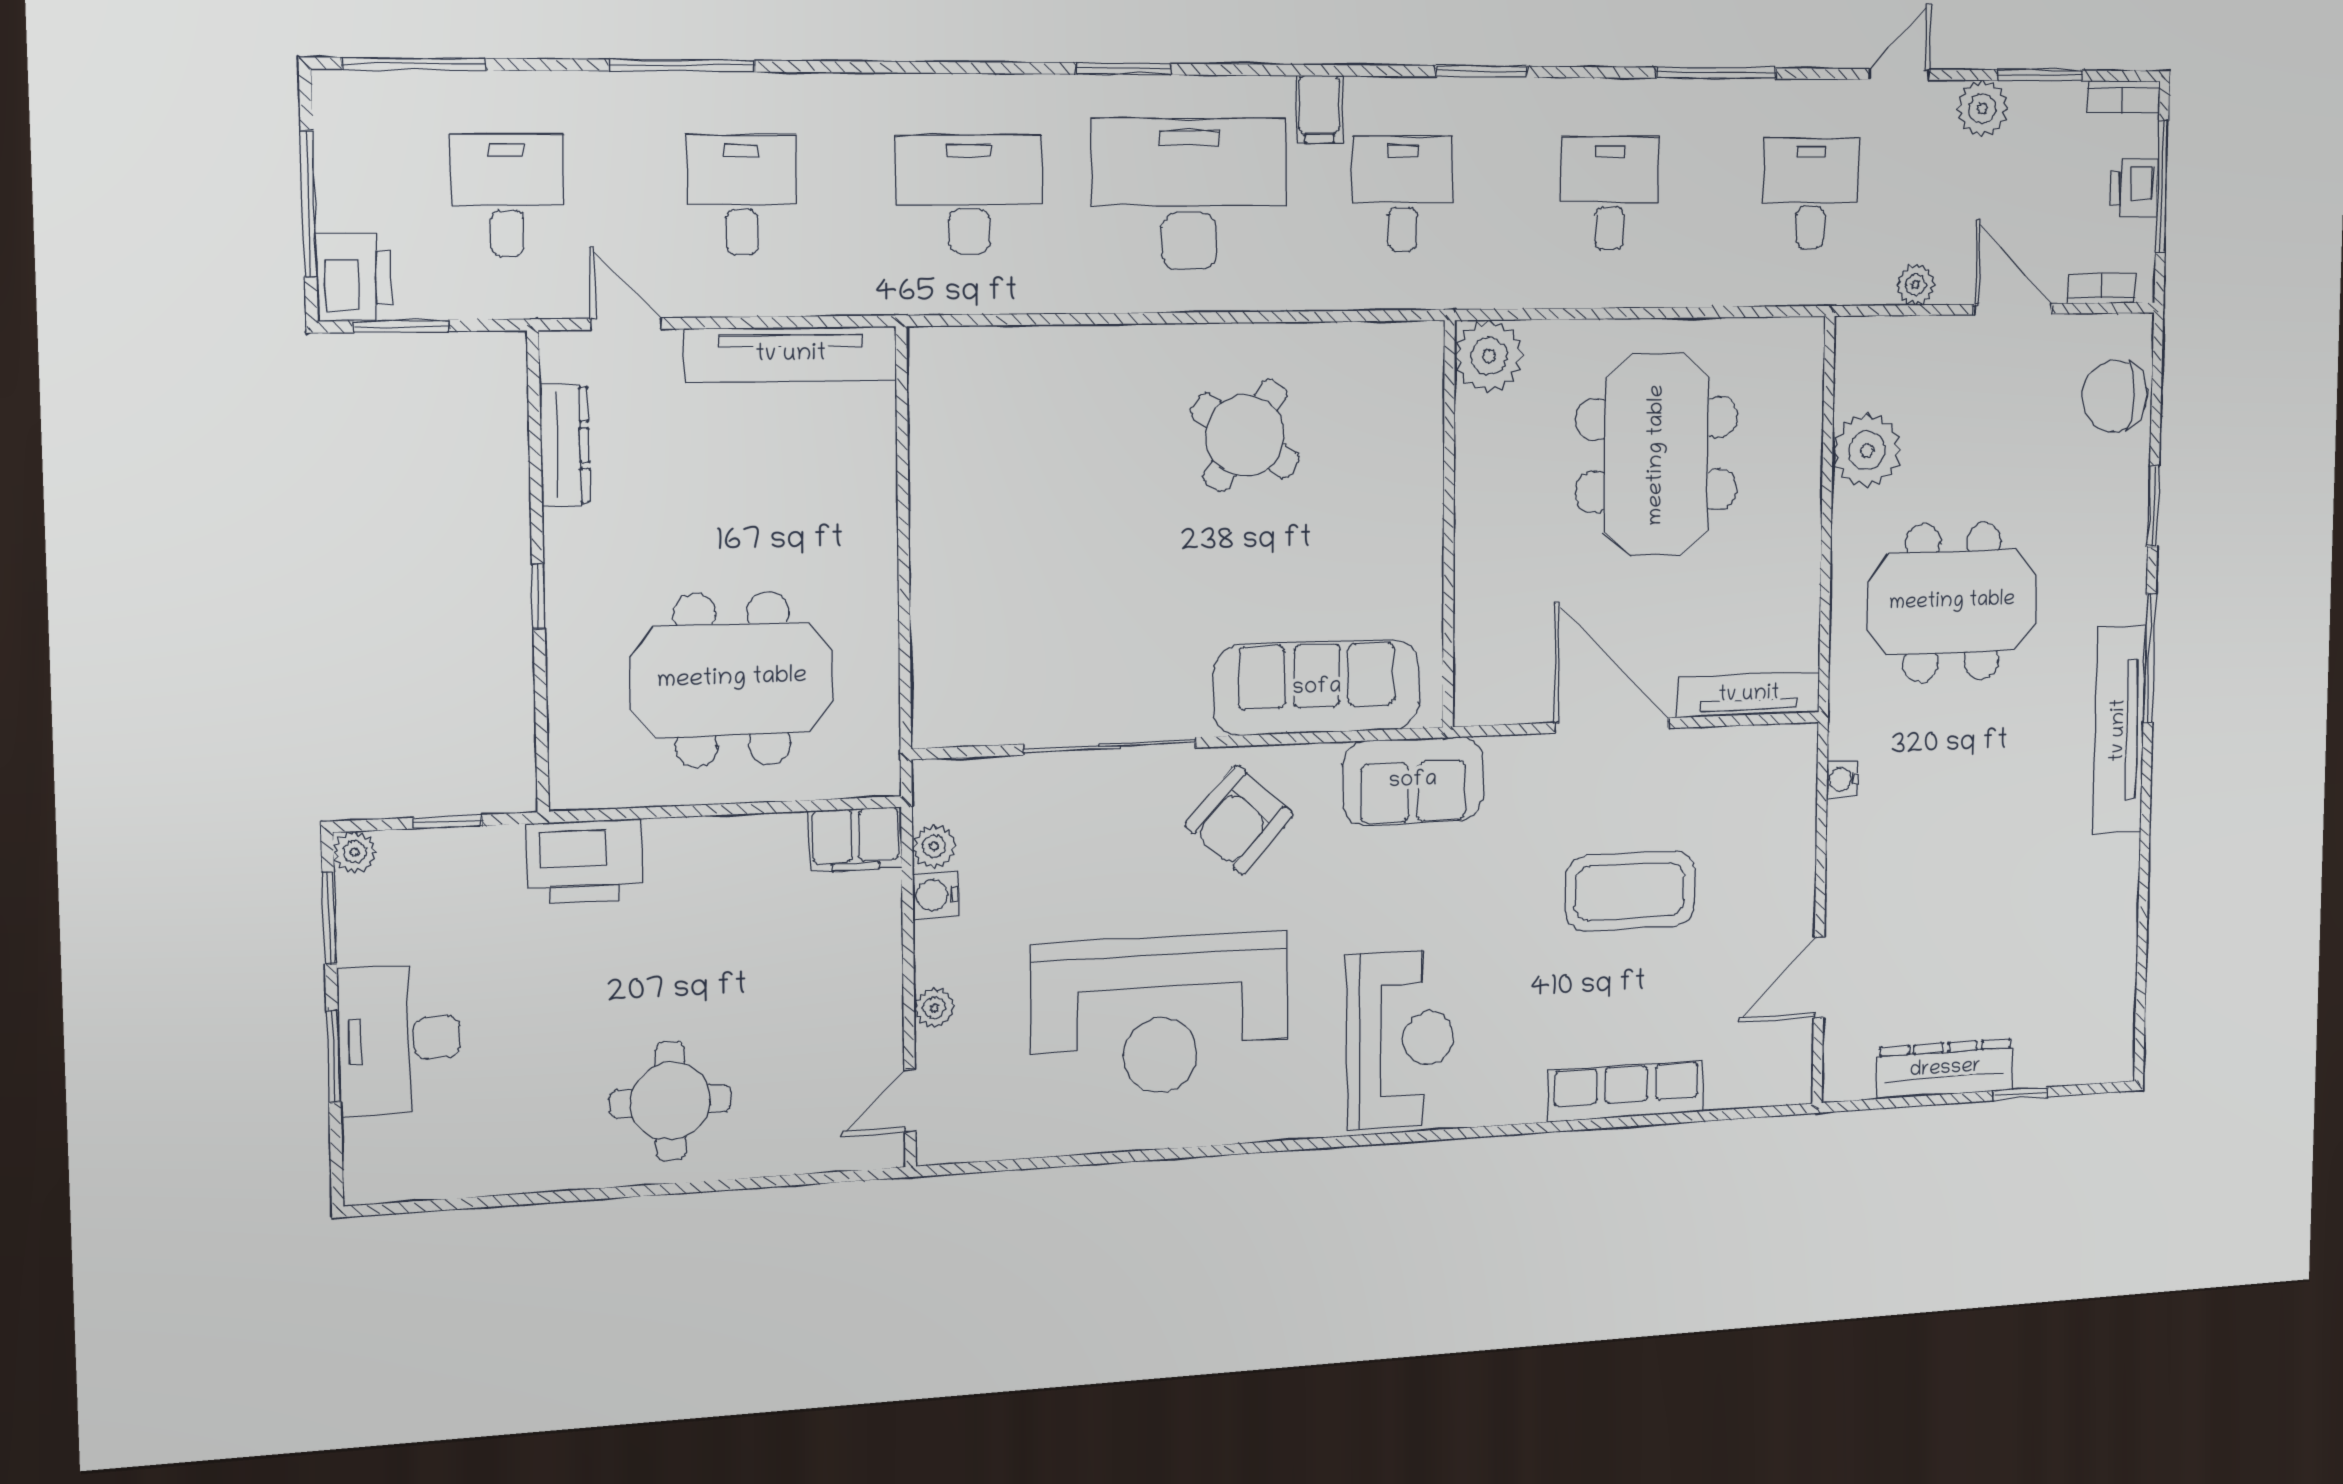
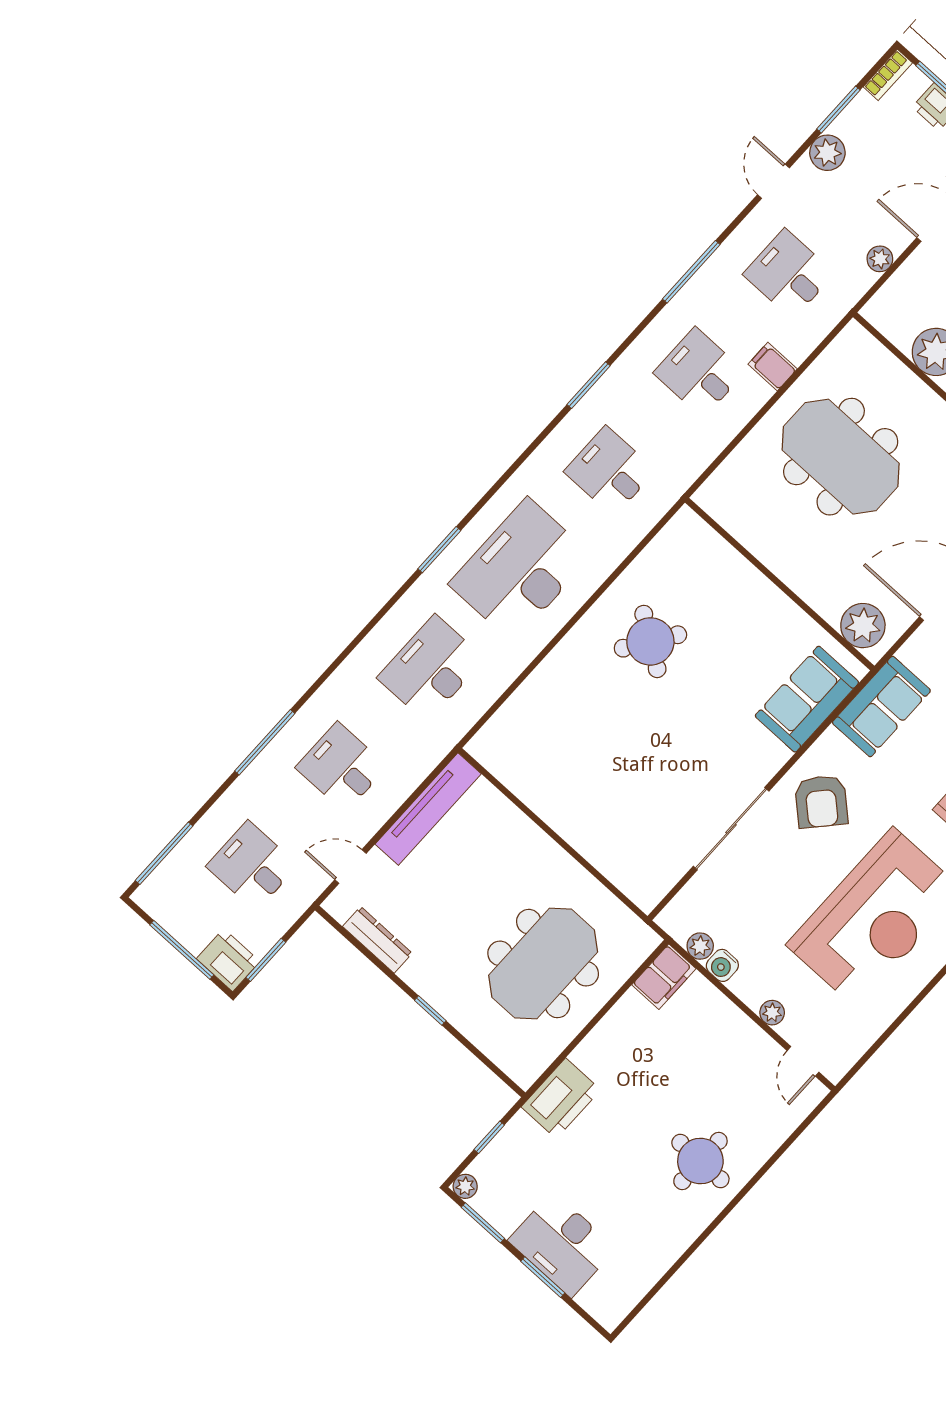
filing cabinet: (1319, 109) -> (773, 367), moved, turned 180
plant: (1489, 356) -> (863, 626), moved
sofa: (1317, 688) -> (807, 699), width x0.73

